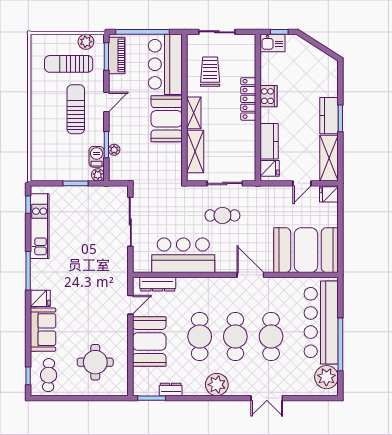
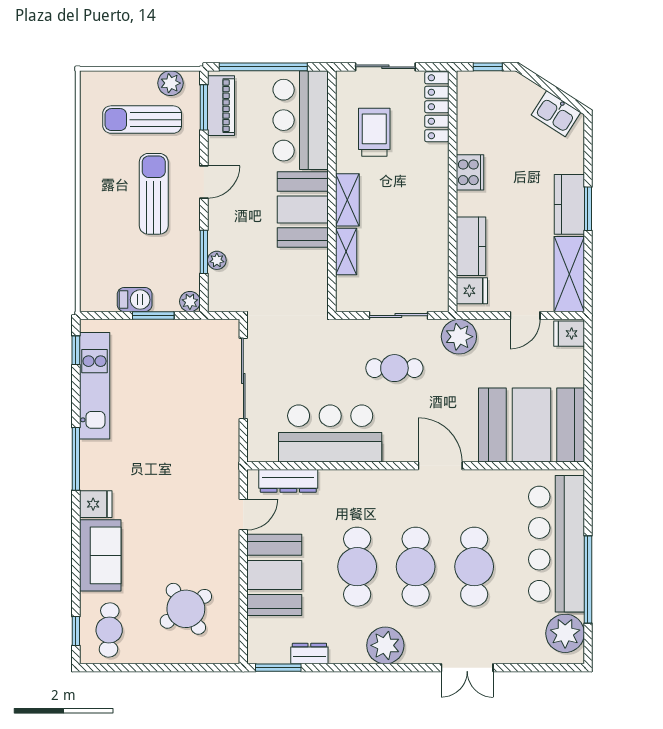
kitchen sink: (272, 43) -> (556, 114), moved, turned 33
locker: (248, 99) -> (437, 107), moved
shelving: (195, 152) -> (346, 251), width x0.67, depth x0.75
barbecue: (97, 157) -> (135, 300), moved, turned 90
plant: (262, 196) -> (459, 337), added
round table: (95, 362) -> (186, 609), turned -34

